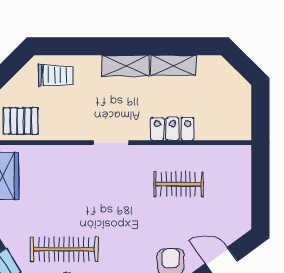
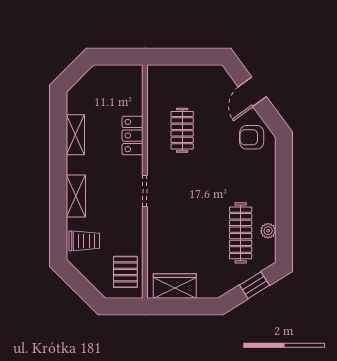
shelving: (126, 66) -> (76, 196), moved
trolley: (55, 75) -> (84, 241), turned 90

